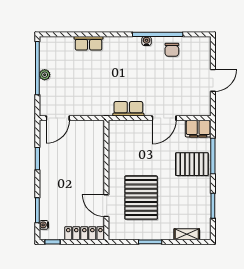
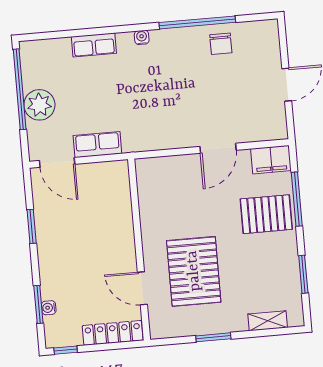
water cooler: (147, 41) -> (142, 37), moved
plant: (45, 75) -> (39, 105), width x1.88, depth x1.88
row of seats: (128, 109) -> (97, 145), moved
door: (58, 118) -> (57, 162), hinge flipped
water cooler: (44, 225) -> (49, 308), moved

